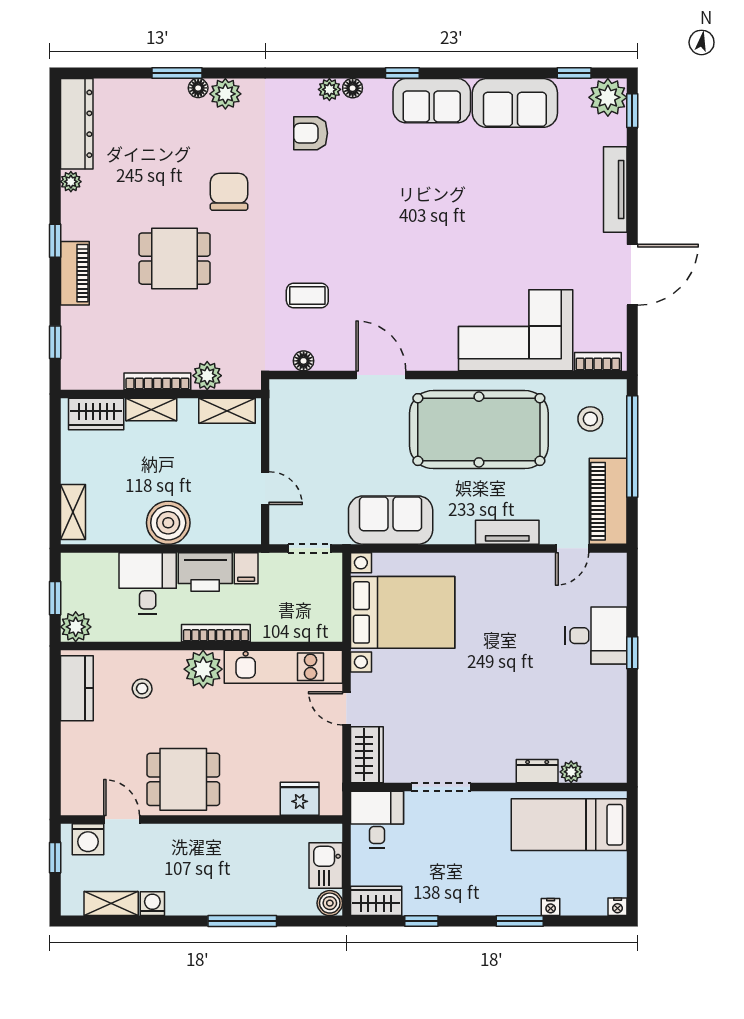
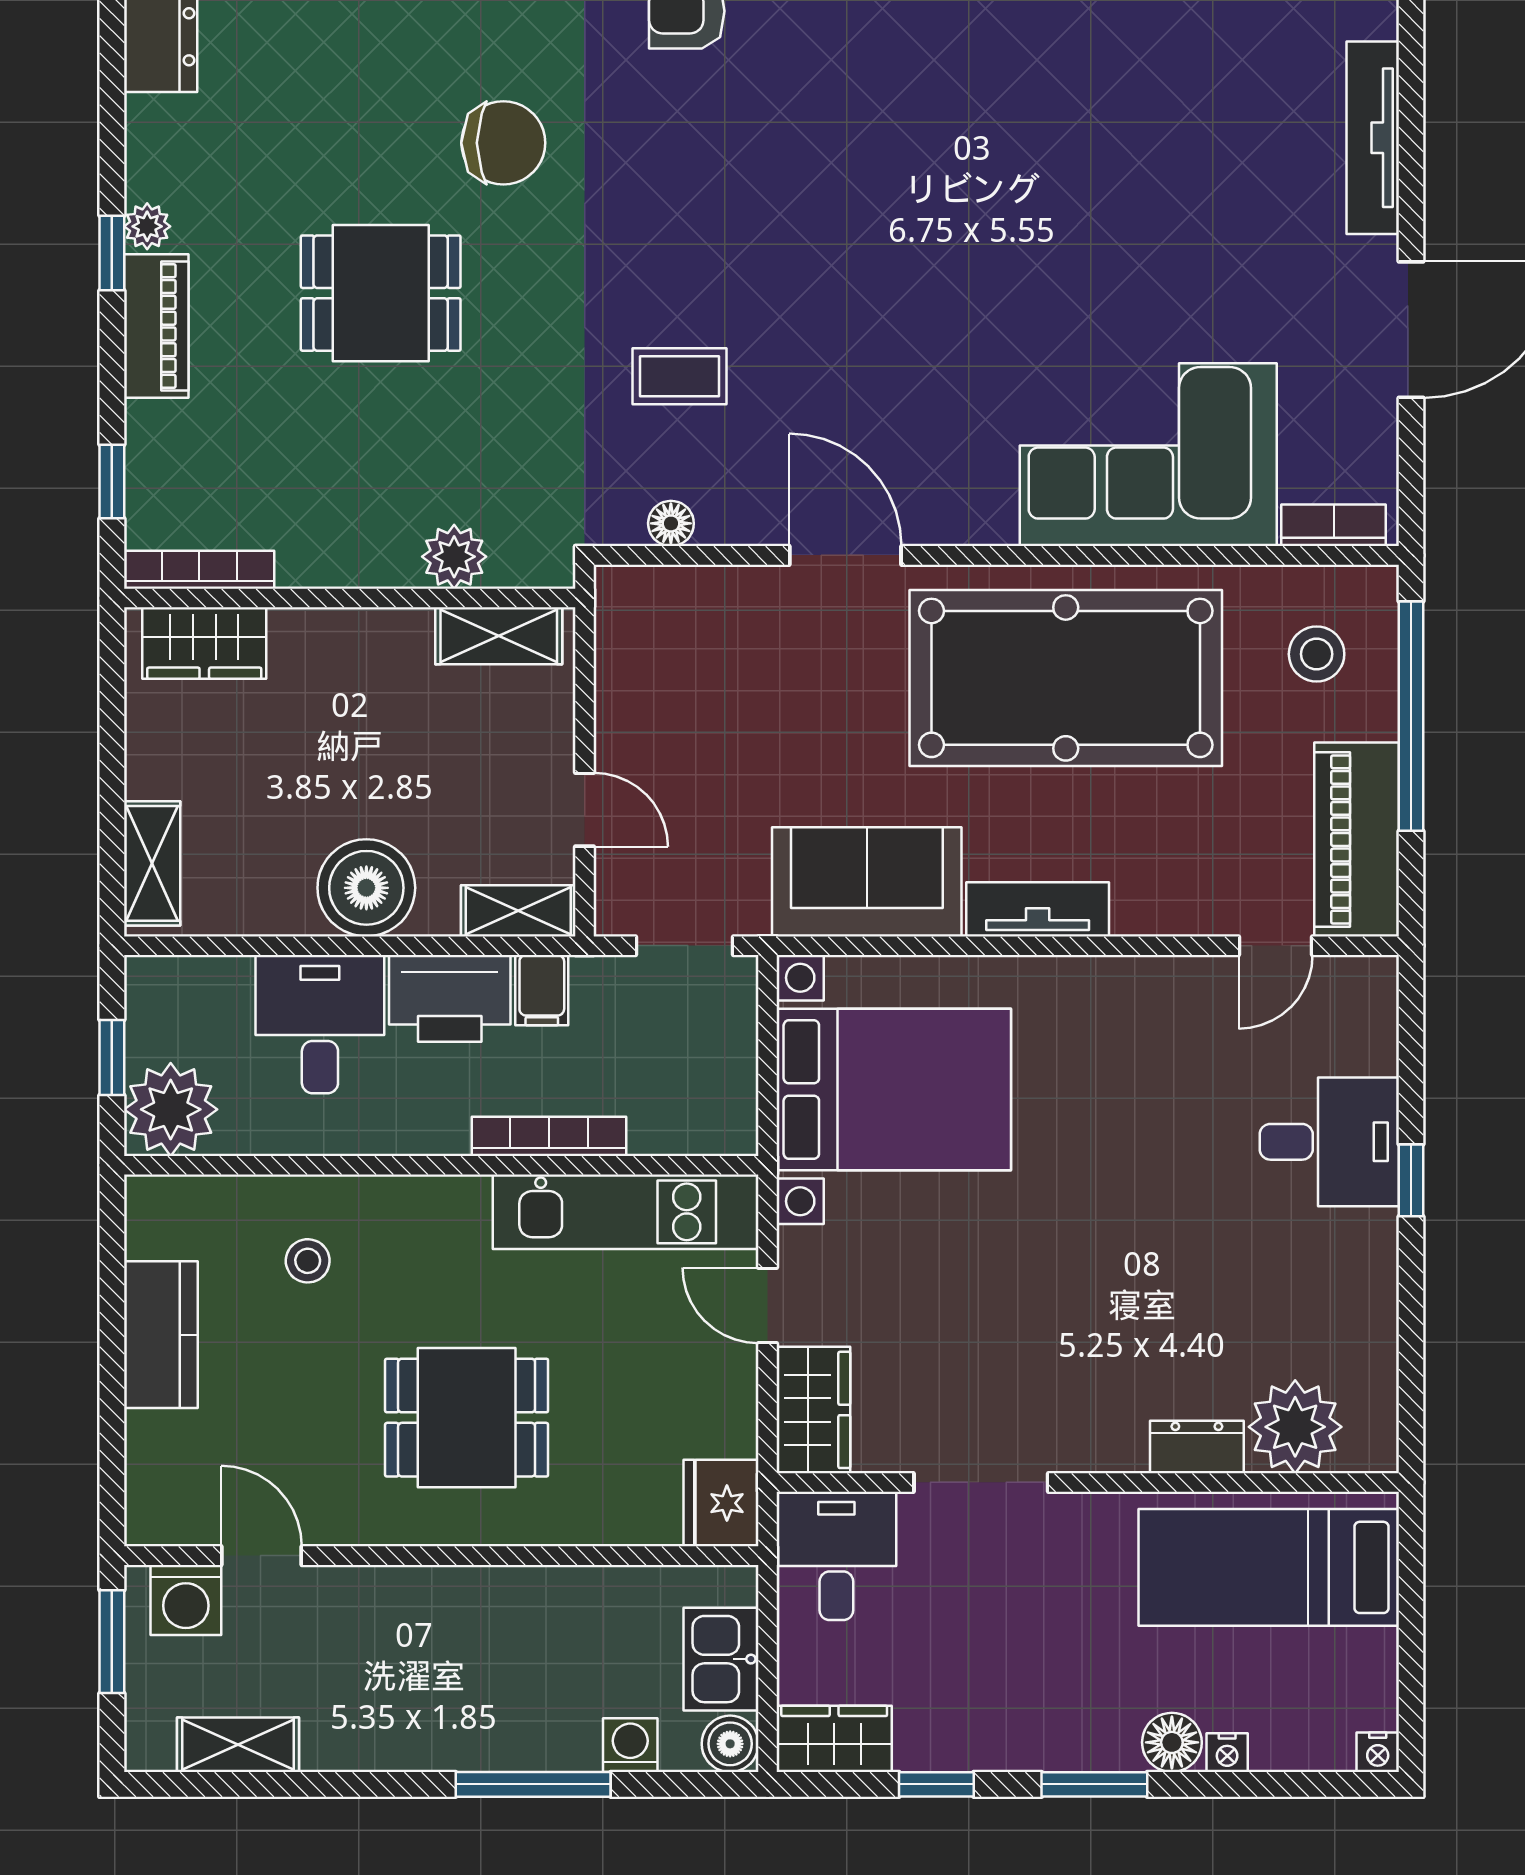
plant: (71, 182) -> (147, 226), moved
chair: (229, 192) -> (503, 143), turned 90
bookcase: (157, 381) -> (199, 570), moved
shelving: (151, 410) -> (518, 911), moved
tv unit: (507, 532) -> (1038, 909), moved
plant: (76, 627) -> (171, 1109), width x1.36, depth x1.36
bookcase: (216, 633) -> (549, 1136), moved
plant: (203, 669) -> (445, 1217), removed
kitchen counter: (77, 688) -> (161, 1335), moved
plant: (571, 772) -> (1295, 1427), width x1.87, depth x1.87
dining table: (183, 779) -> (467, 1418), moved
fridge: (300, 799) -> (721, 1503), moved, turned -90
window: (55, 858) -> (112, 1642), width x1.50
floor lamp: (526, 902) -> (1172, 1742), added
washing machine: (152, 904) -> (630, 1745), moved
window: (520, 921) -> (1094, 1784), moved

